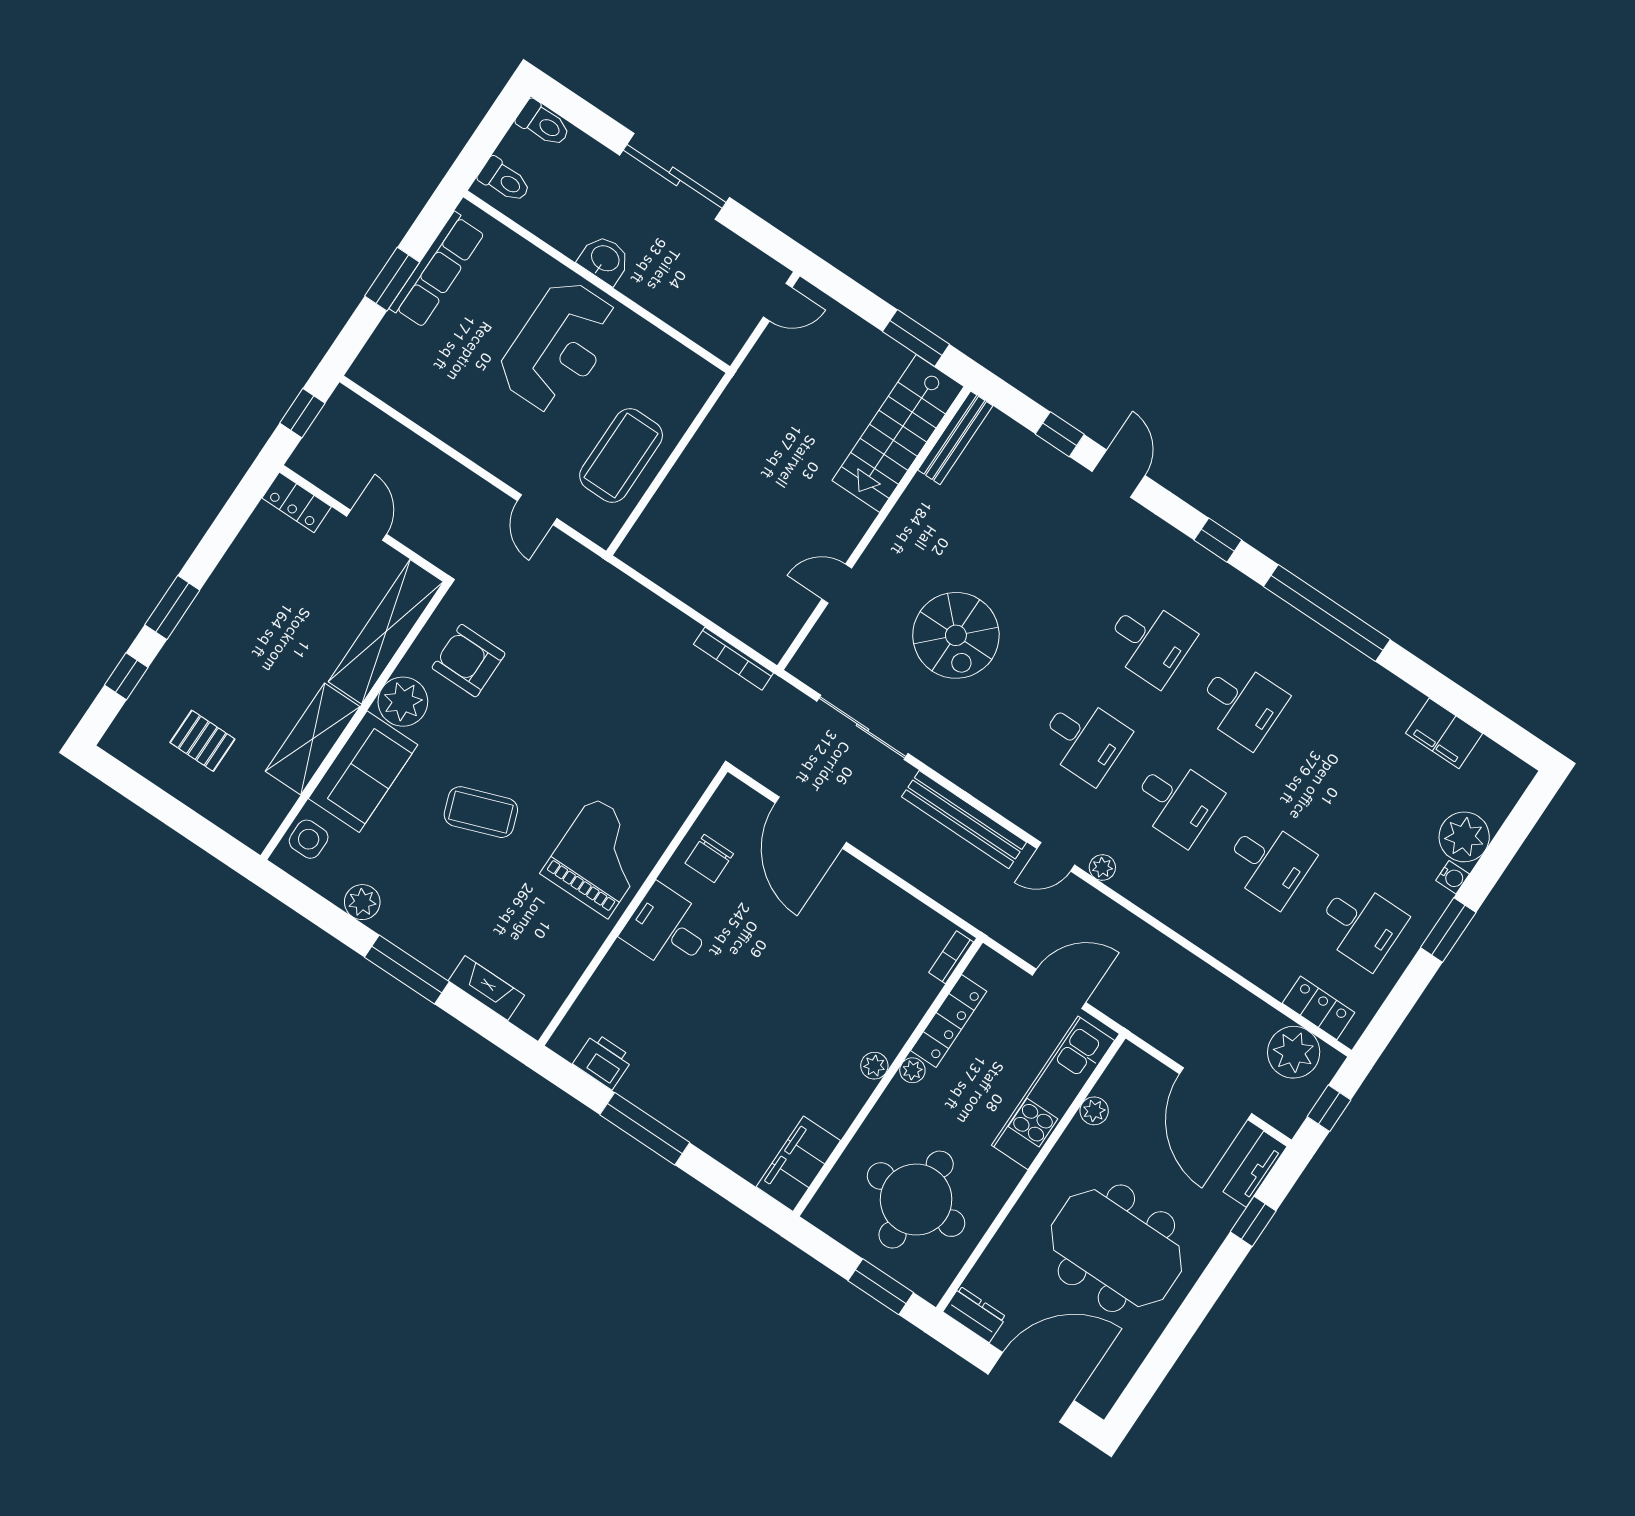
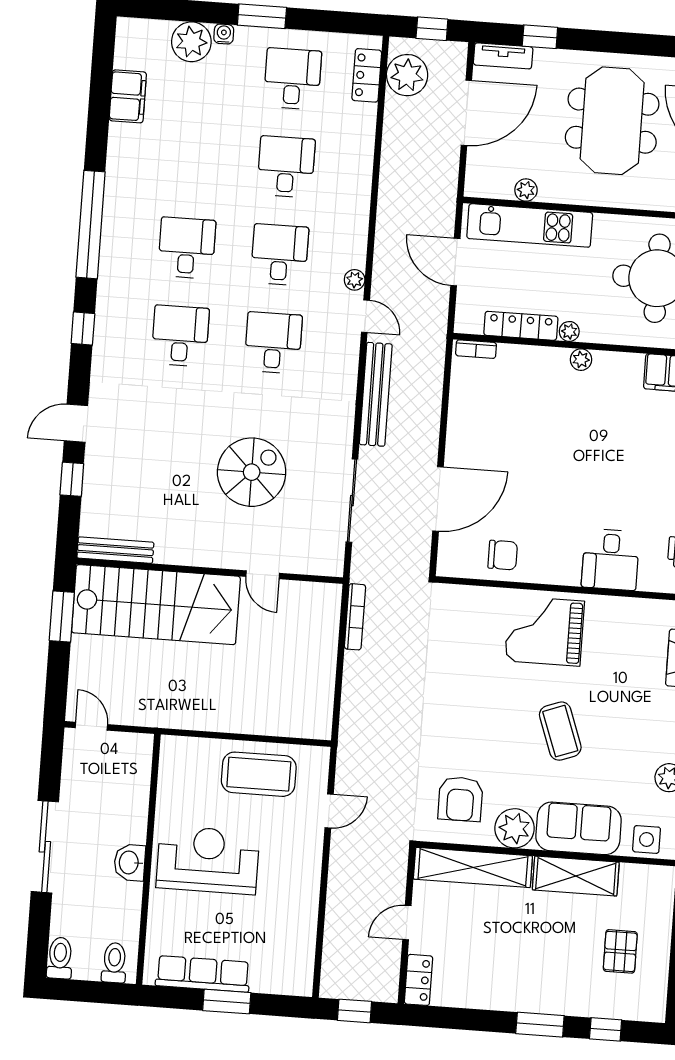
stairs: (898, 433) -> (156, 605), width x1.36, depth x1.51
desk: (668, 929) -> (610, 559), moved

